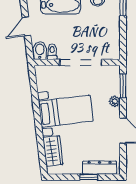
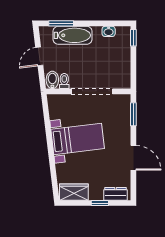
plant: (115, 101) -> (125, 129), removed
wardrobe: (53, 151) -> (74, 192), moved, turned -83
dresser: (100, 168) -> (115, 194), width x0.70

